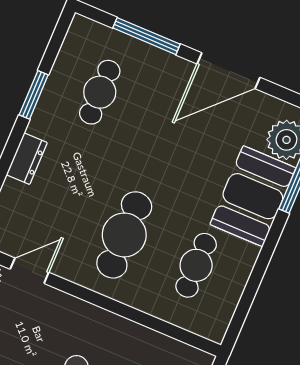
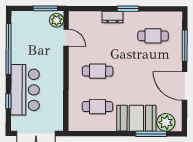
window: (34, 95) -> (128, 9), moved
cafe table: (124, 235) -> (98, 71), width x0.73, depth x0.74

